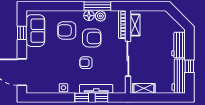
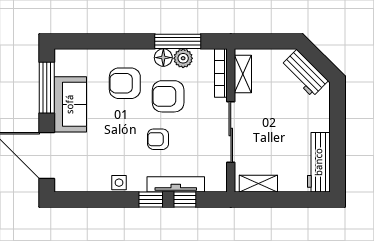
sofa: (35, 31) -> (70, 104), moved
window: (22, 33) -> (47, 88), width x2.17
armchair: (92, 38) -> (168, 96), turned 180
workbench: (179, 45) -> (305, 73), moved, turned -45
window: (189, 66) -> (337, 145), removed

